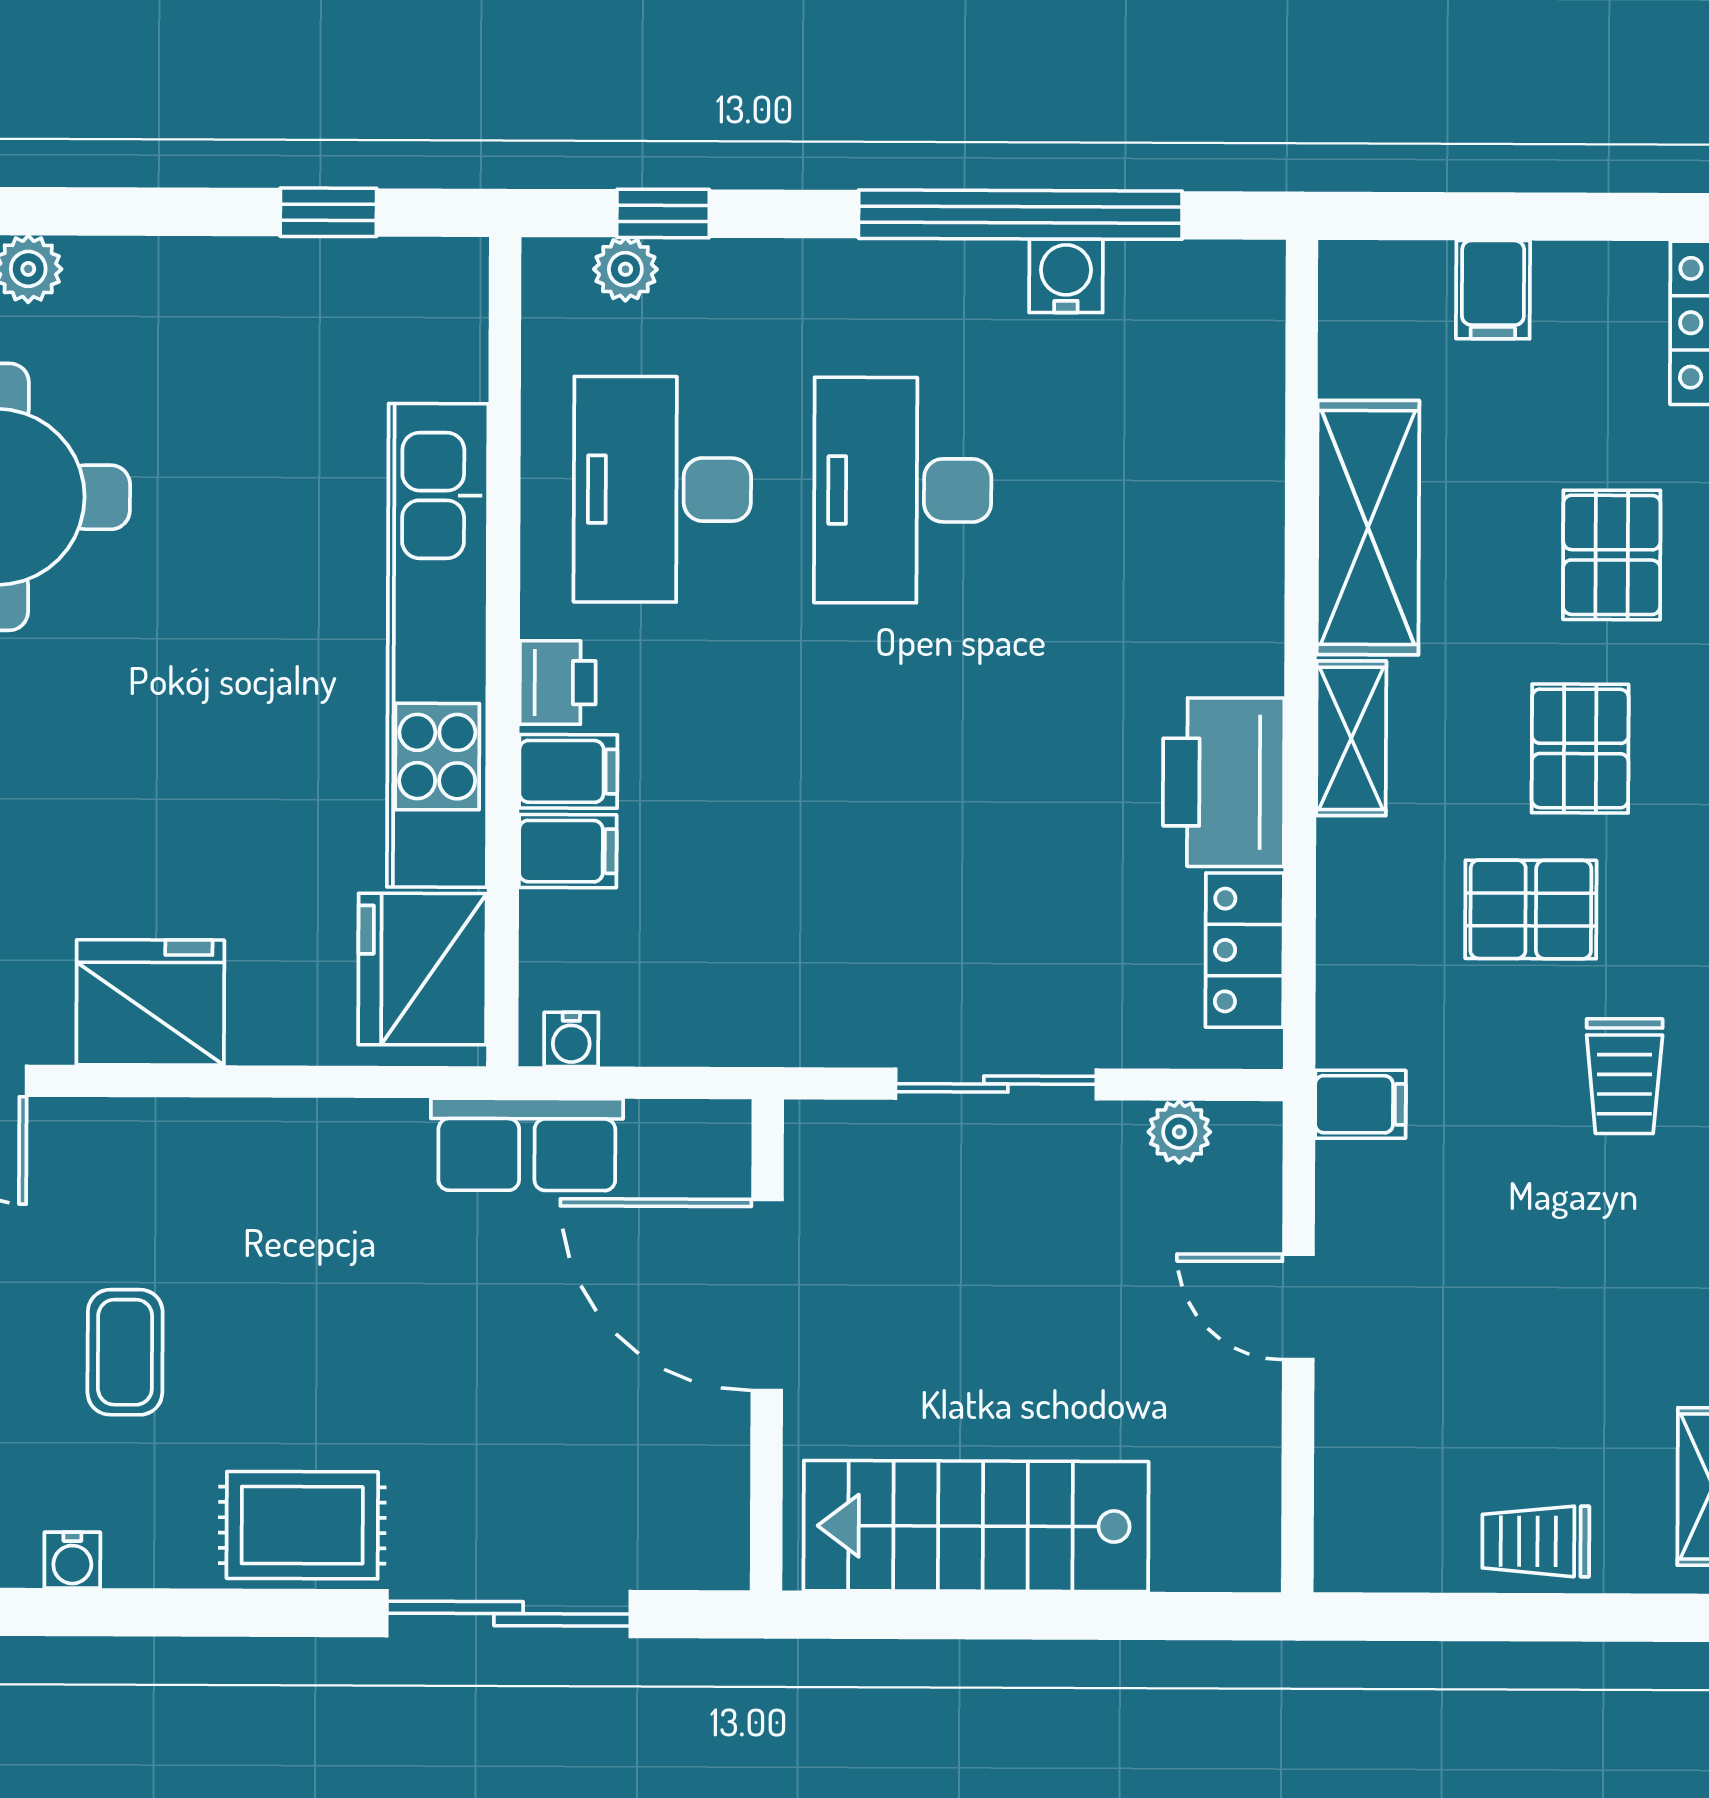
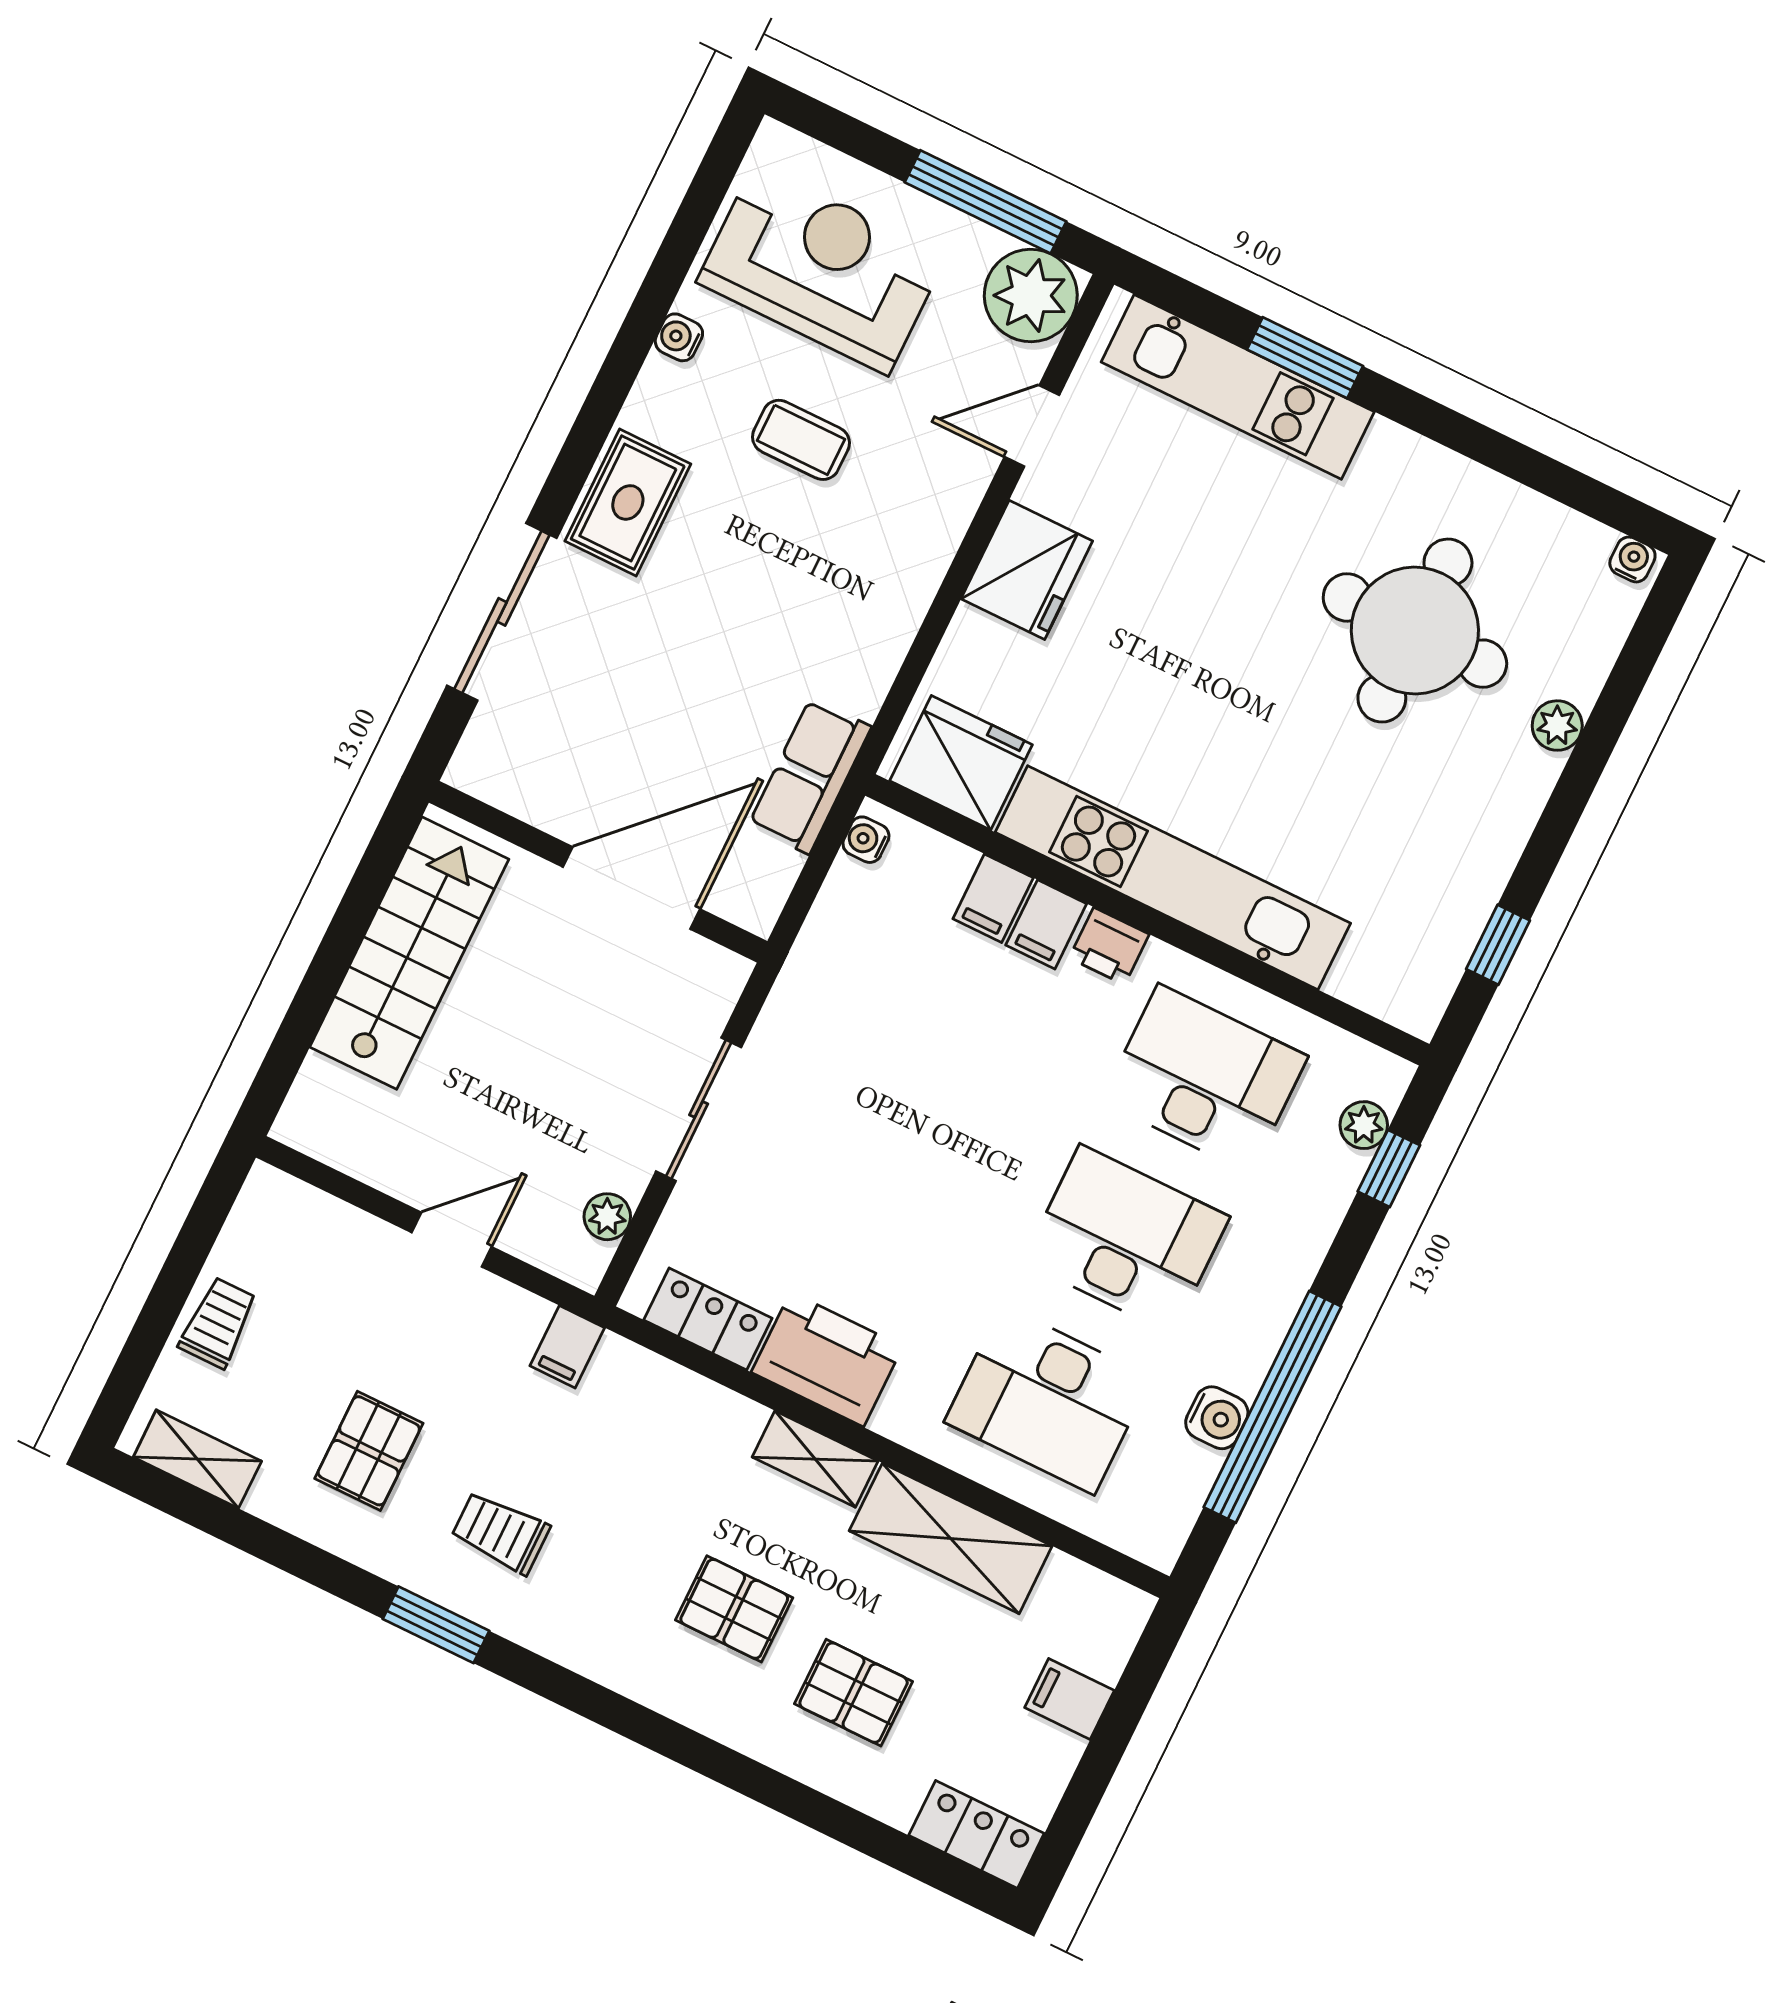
desk: (1143, 491) -> (1048, 1400), added
pallet: (1531, 909) -> (369, 1451), moved

